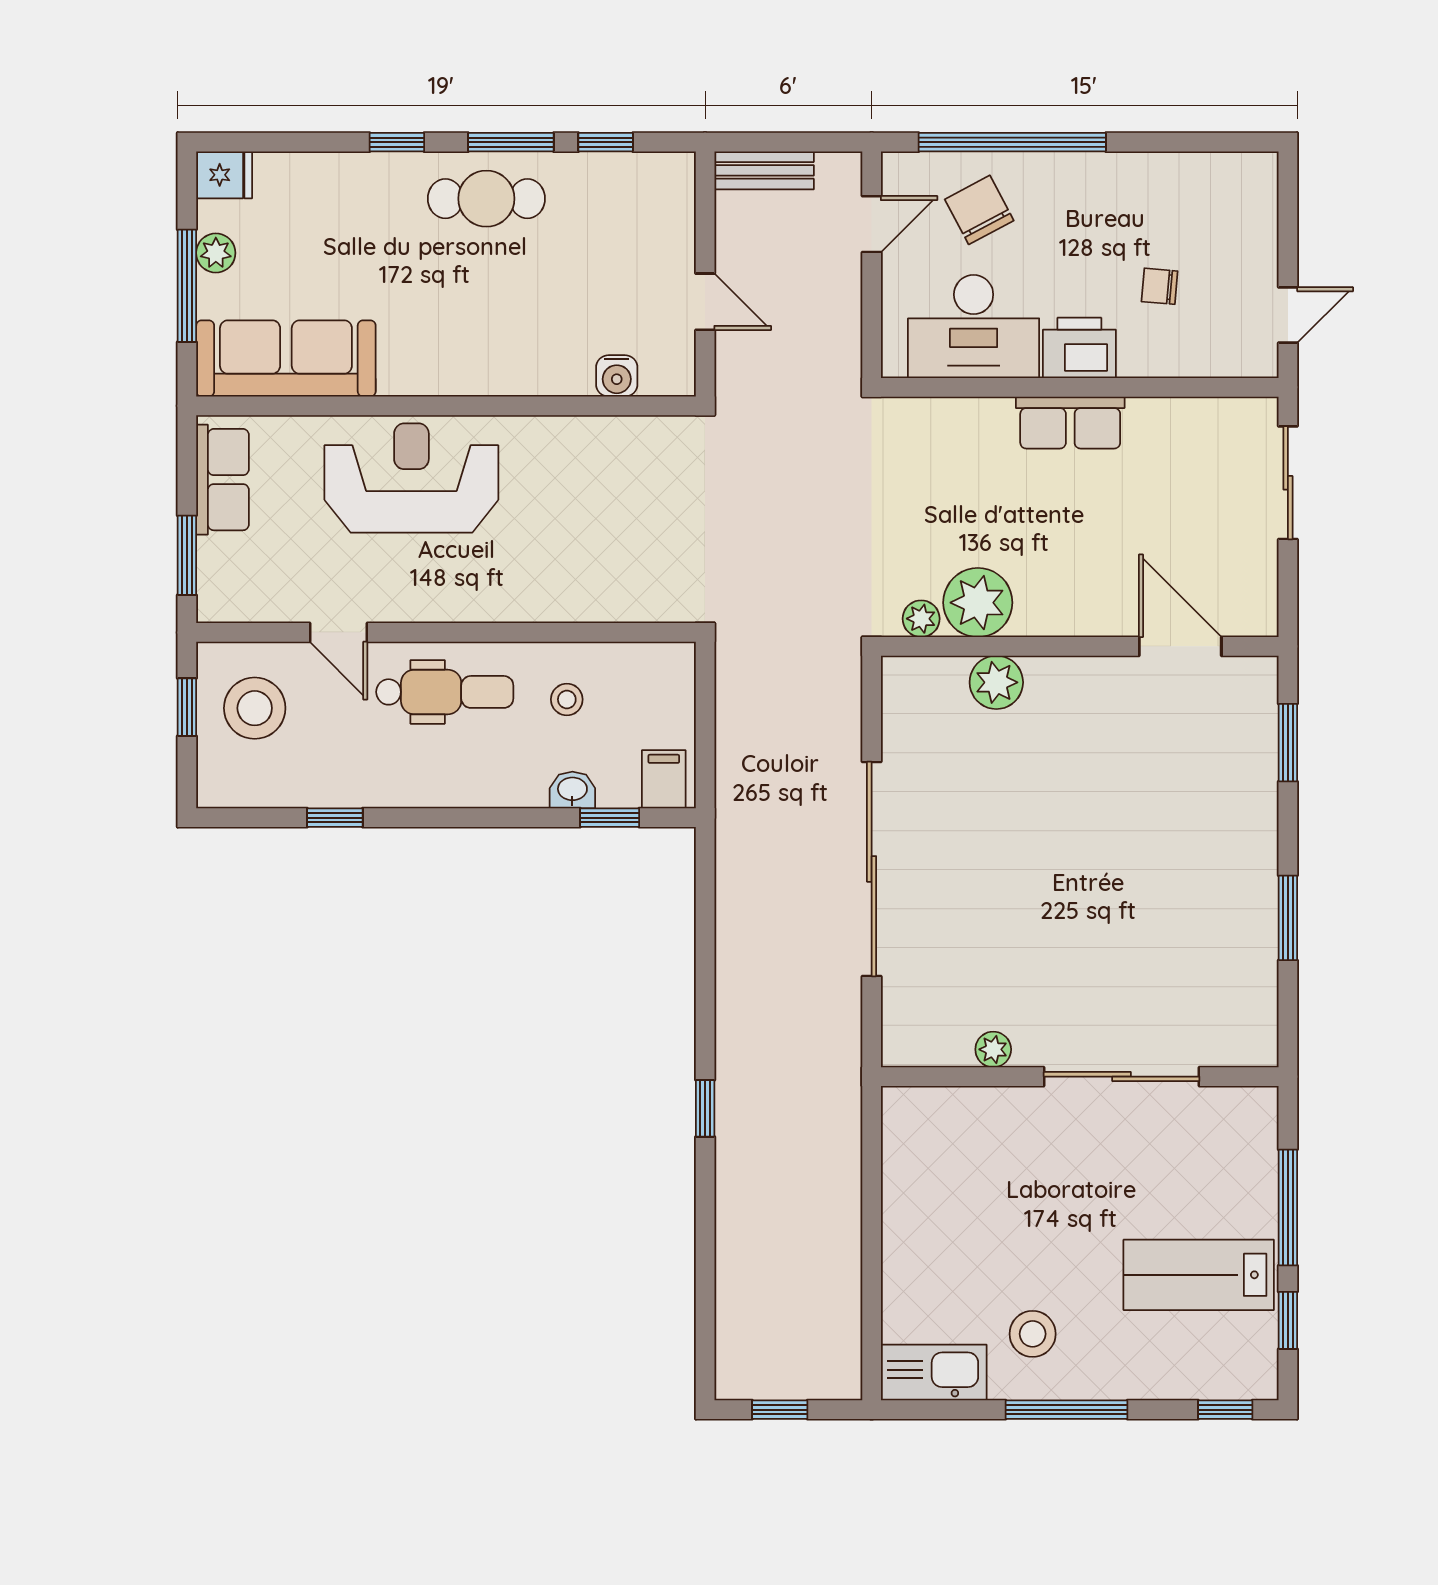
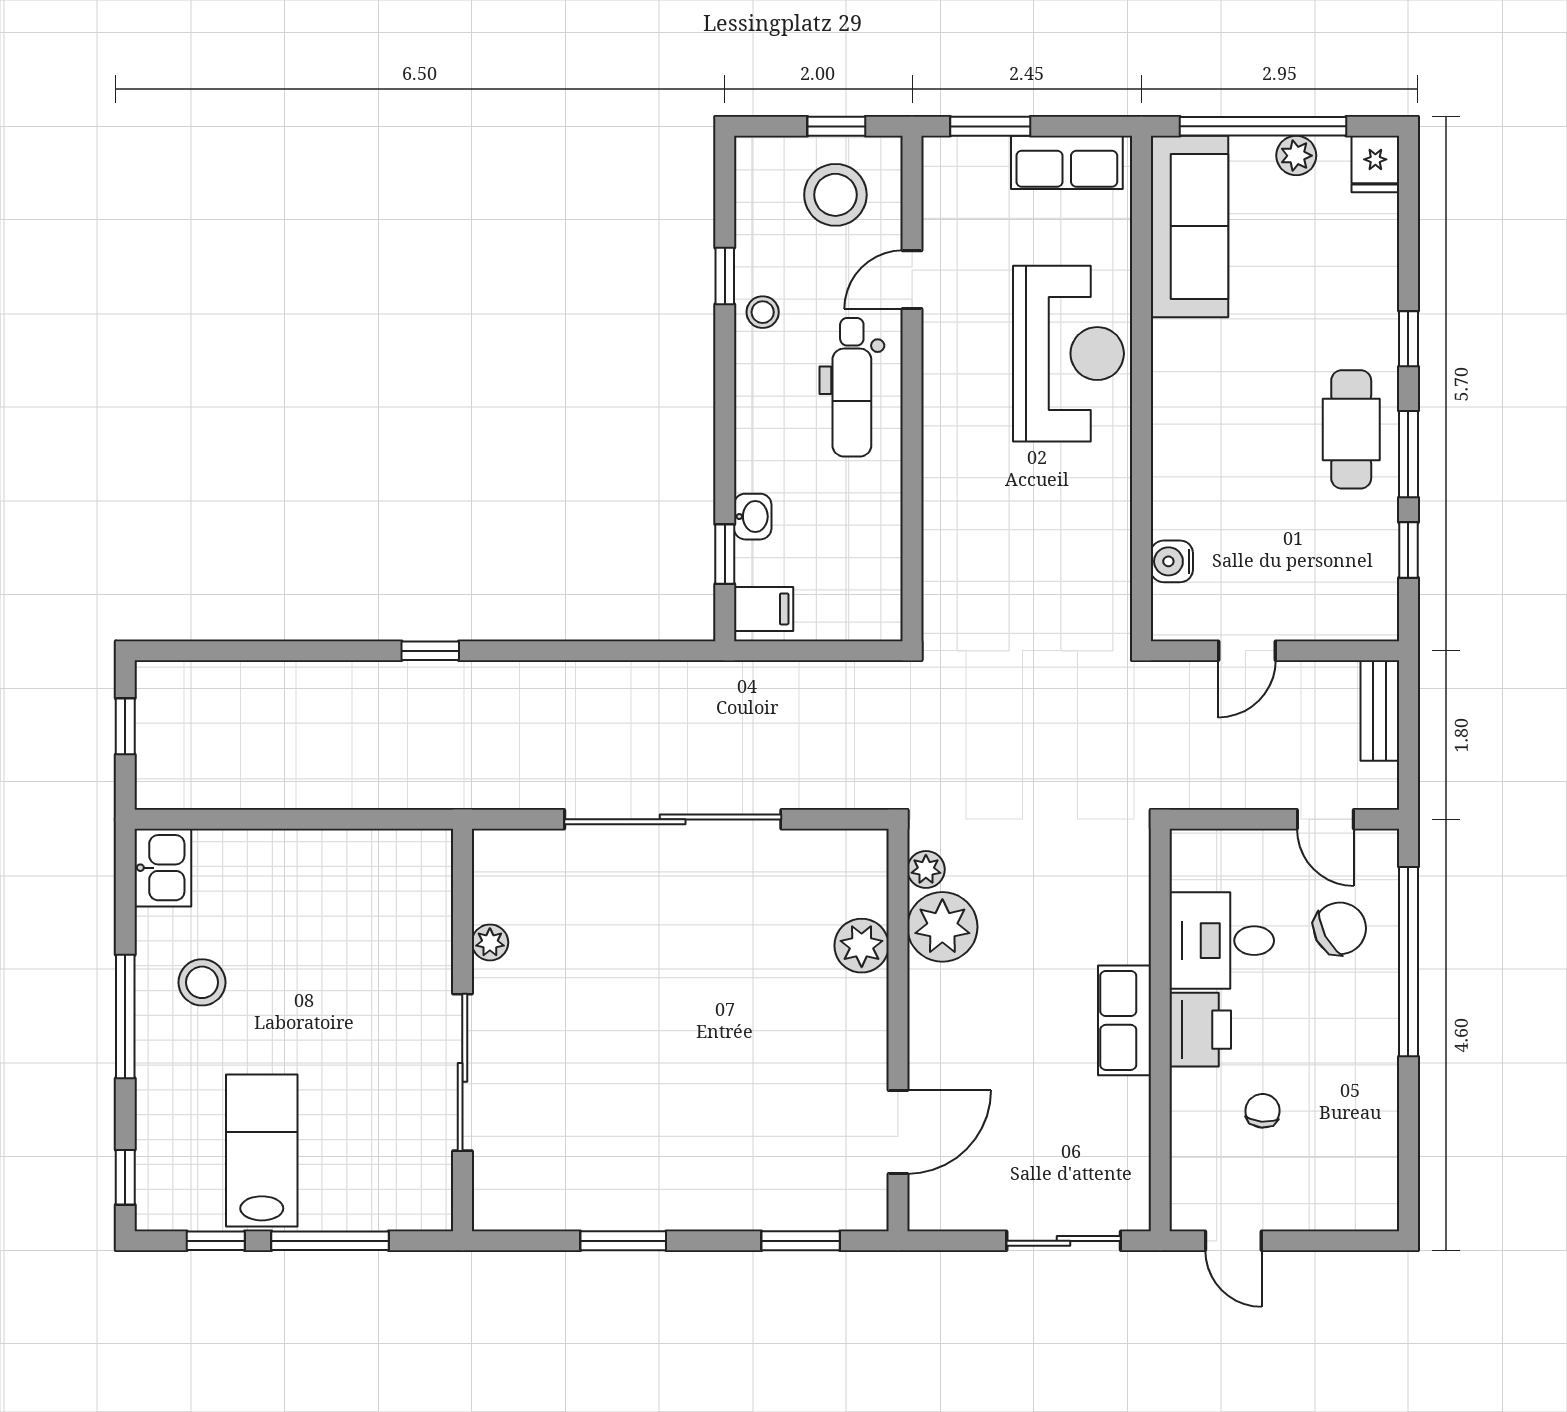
window: (187, 286) -> (1263, 126), width x1.46
desk: (974, 327) -> (1222, 941), width x0.73
stool: (567, 699) -> (763, 312), moved
kitchen sink: (934, 1373) -> (163, 868), width x0.73

